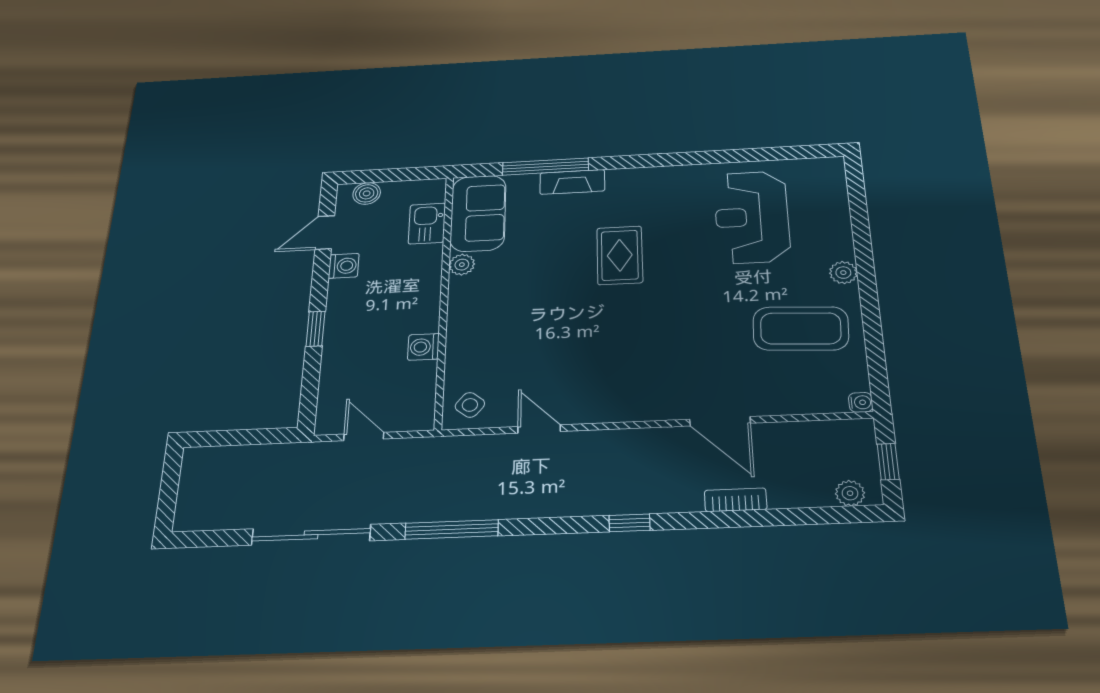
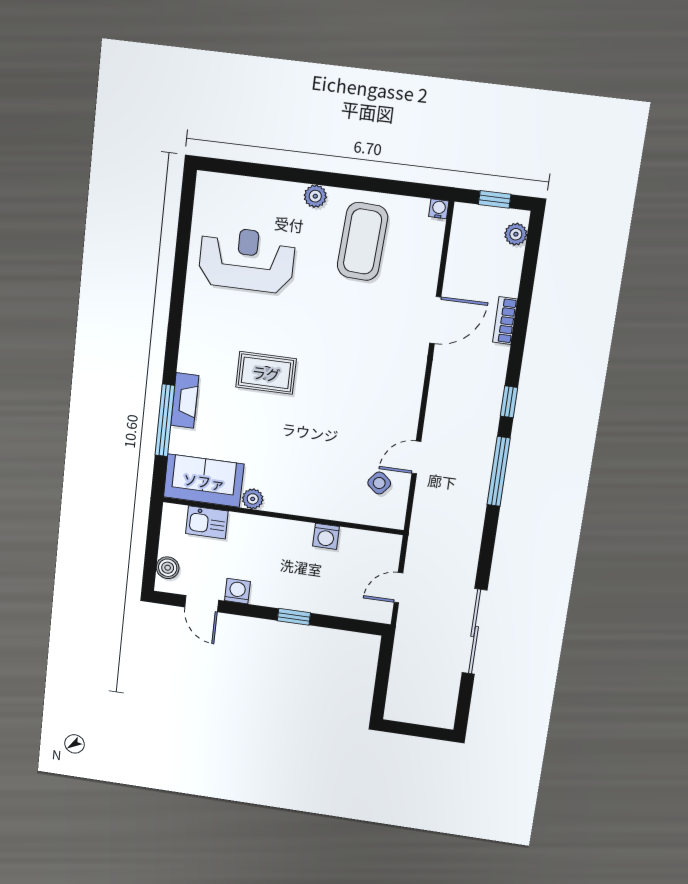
reception desk: (752, 217) -> (247, 260), turned 180
side table: (470, 405) -> (379, 483), moved
window: (452, 530) -> (499, 471), moved

